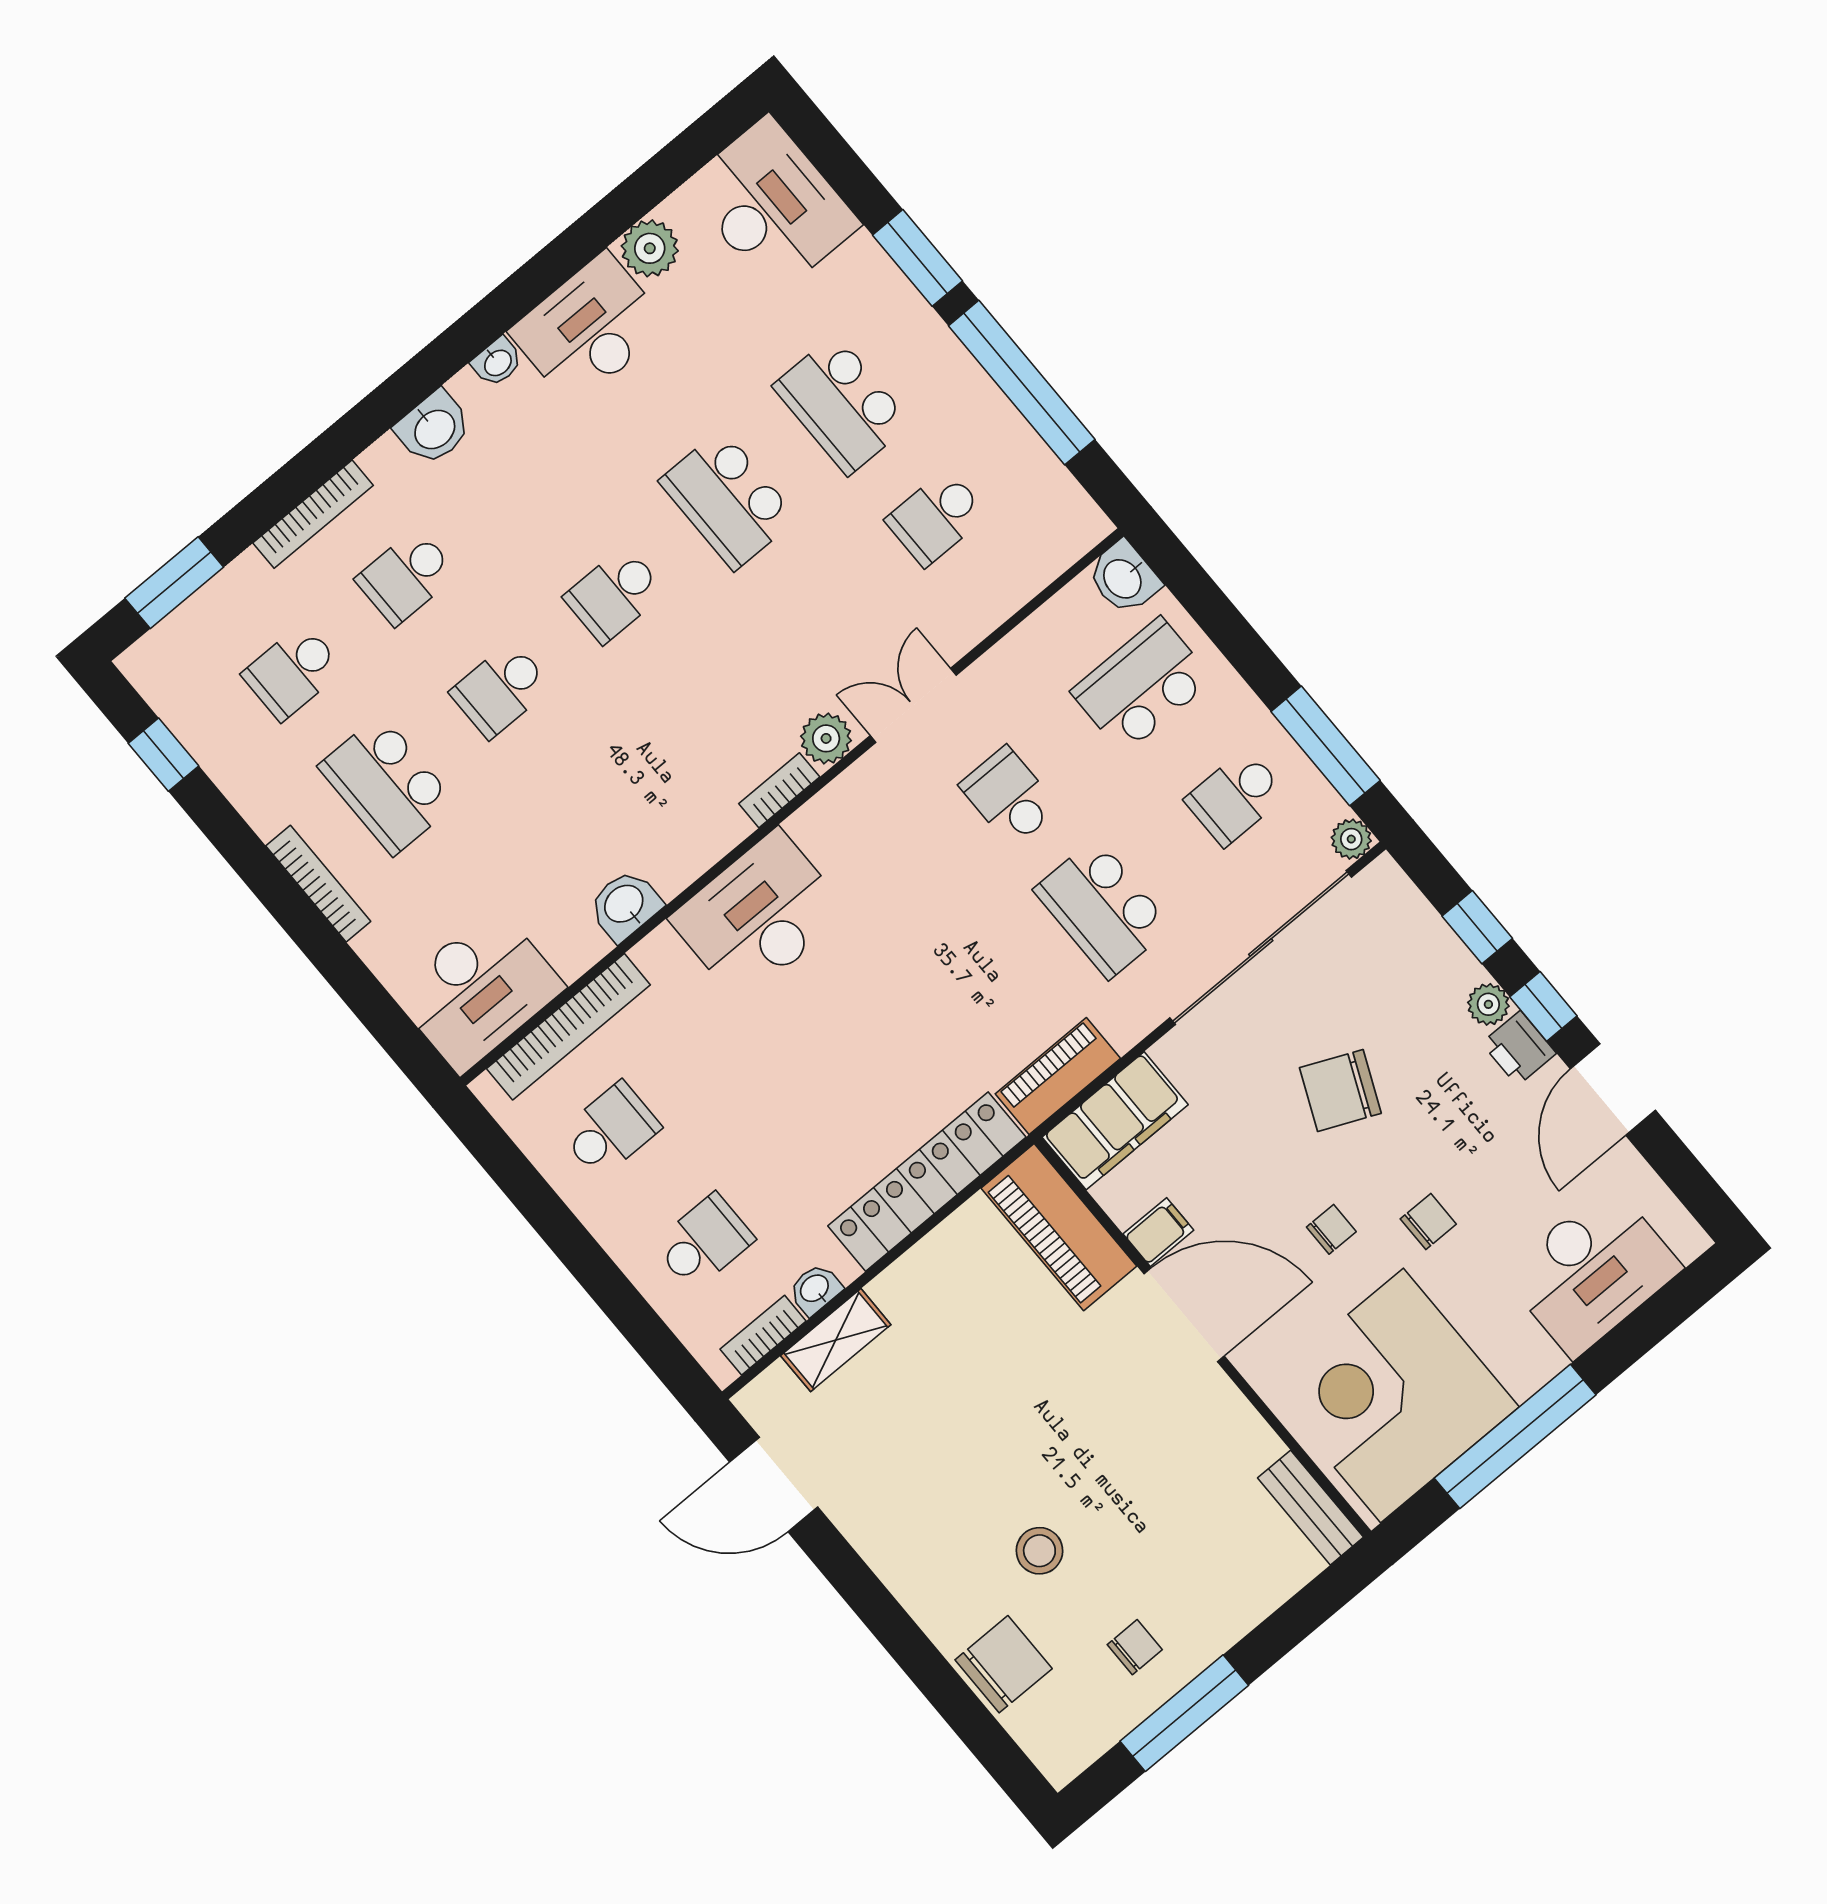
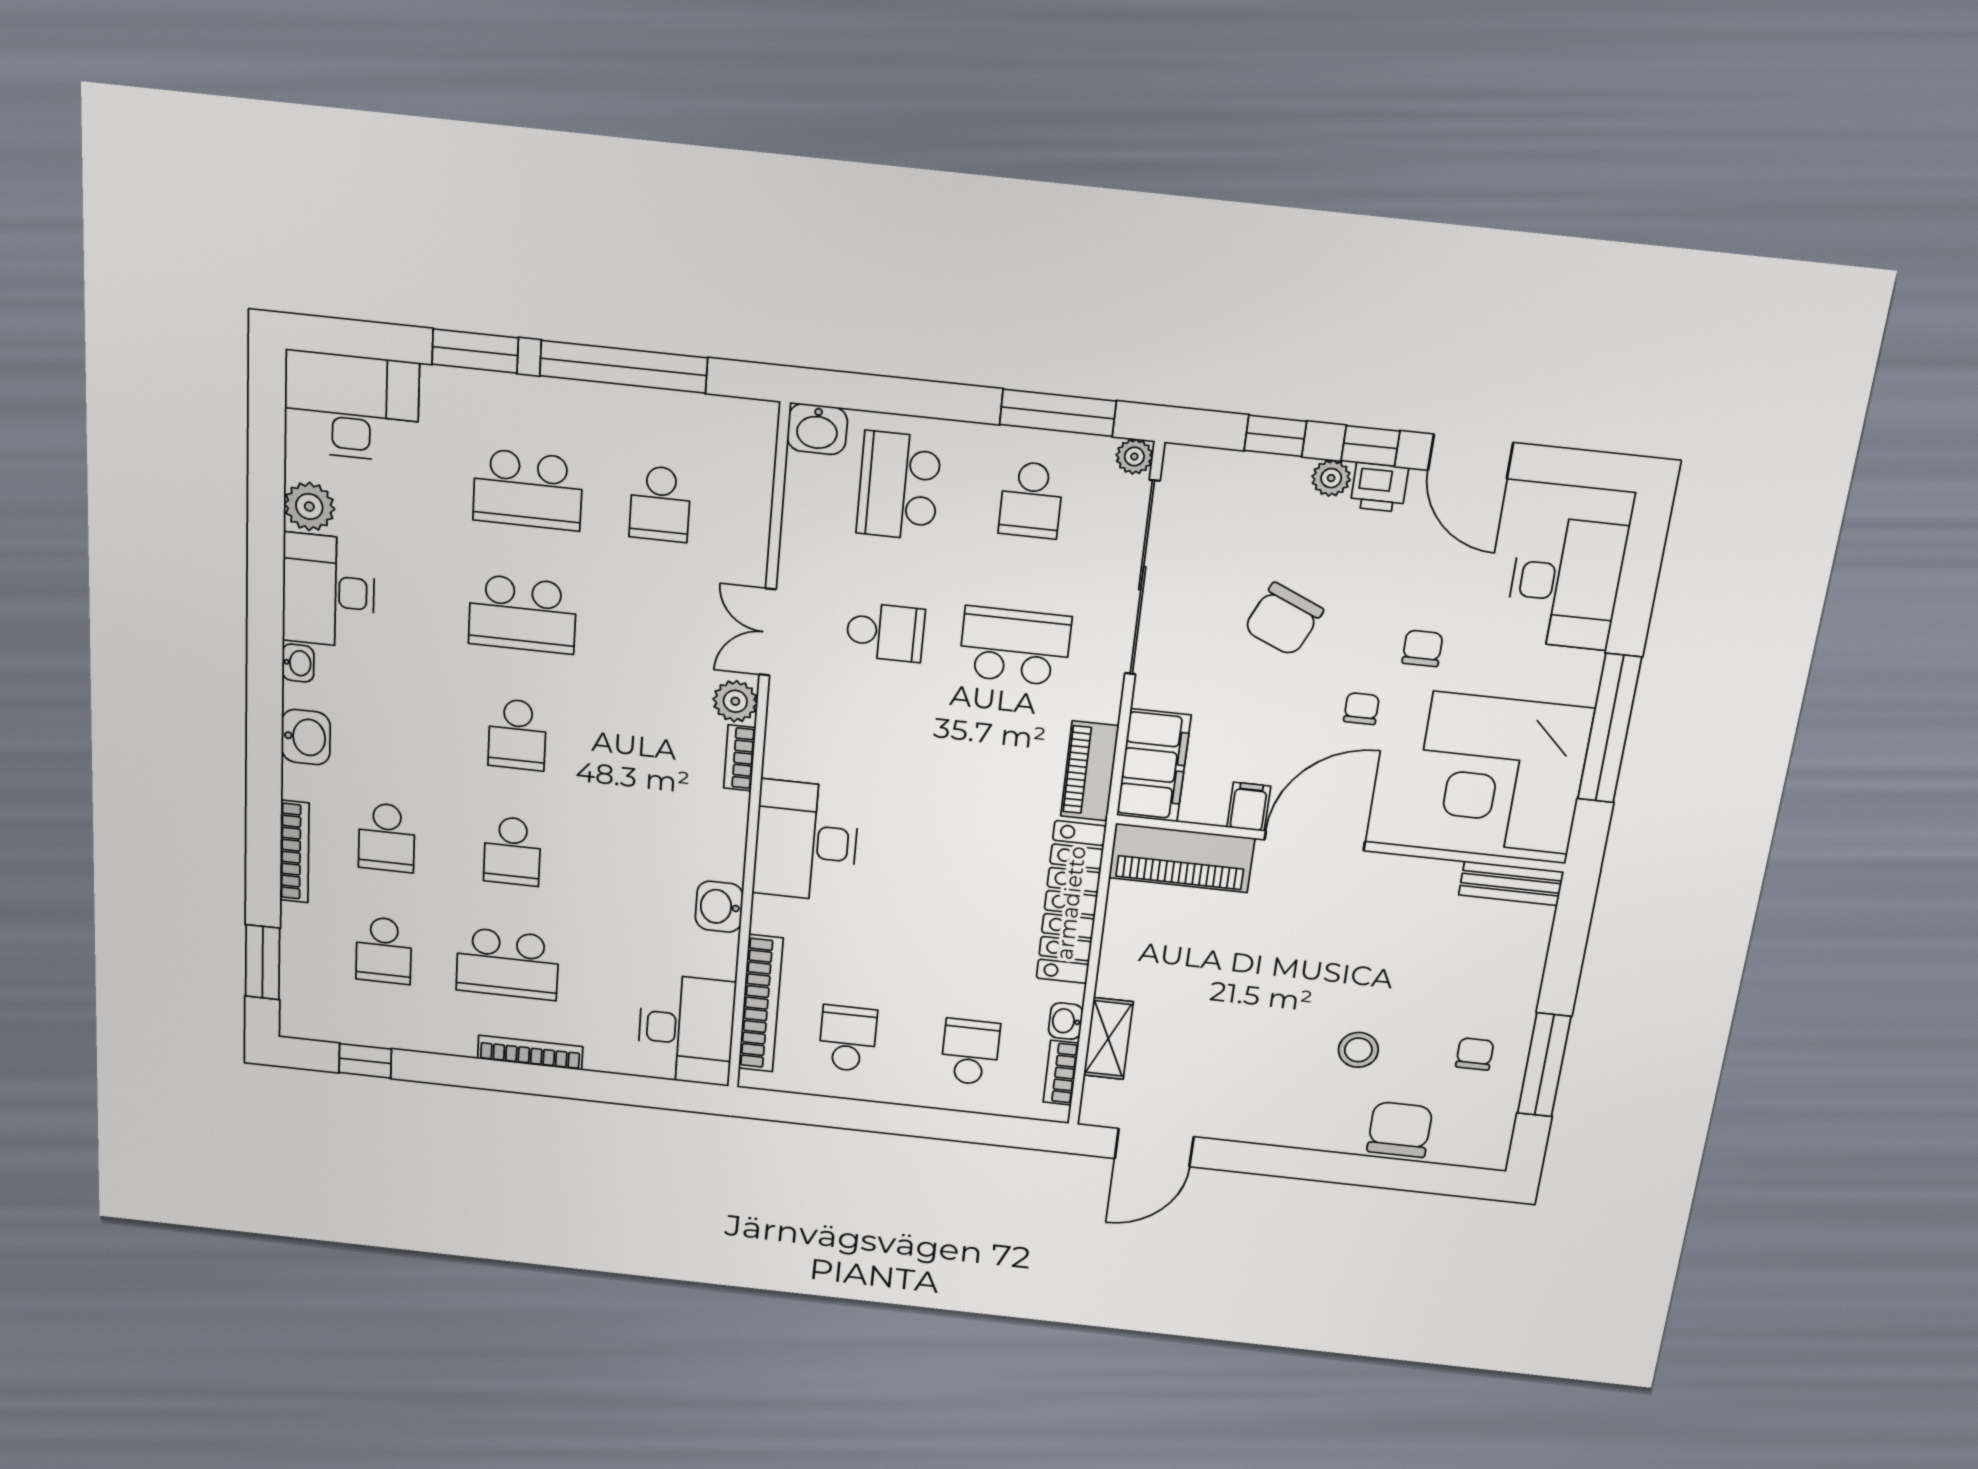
school desk: (1009, 797) -> (885, 632), turned 180
school desk: (1103, 908) -> (1015, 646), turned 180

